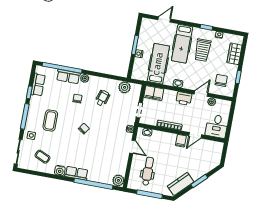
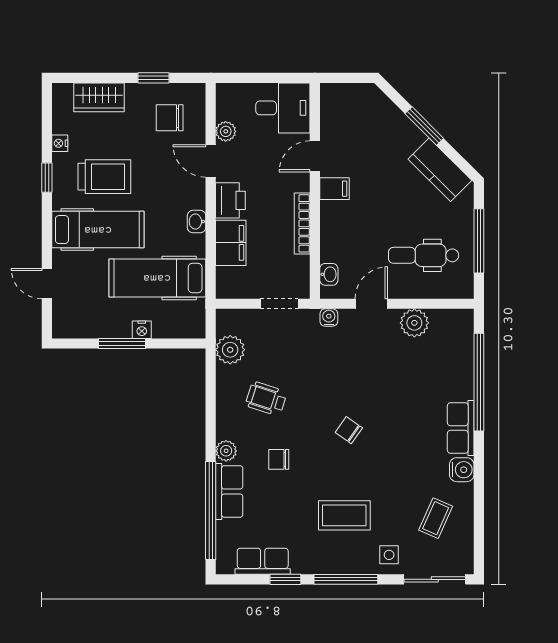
filing cabinet: (154, 93) -> (231, 243), moved
door: (195, 135) -> (315, 156), swing flipped
plant: (118, 180) -> (414, 323), moved

